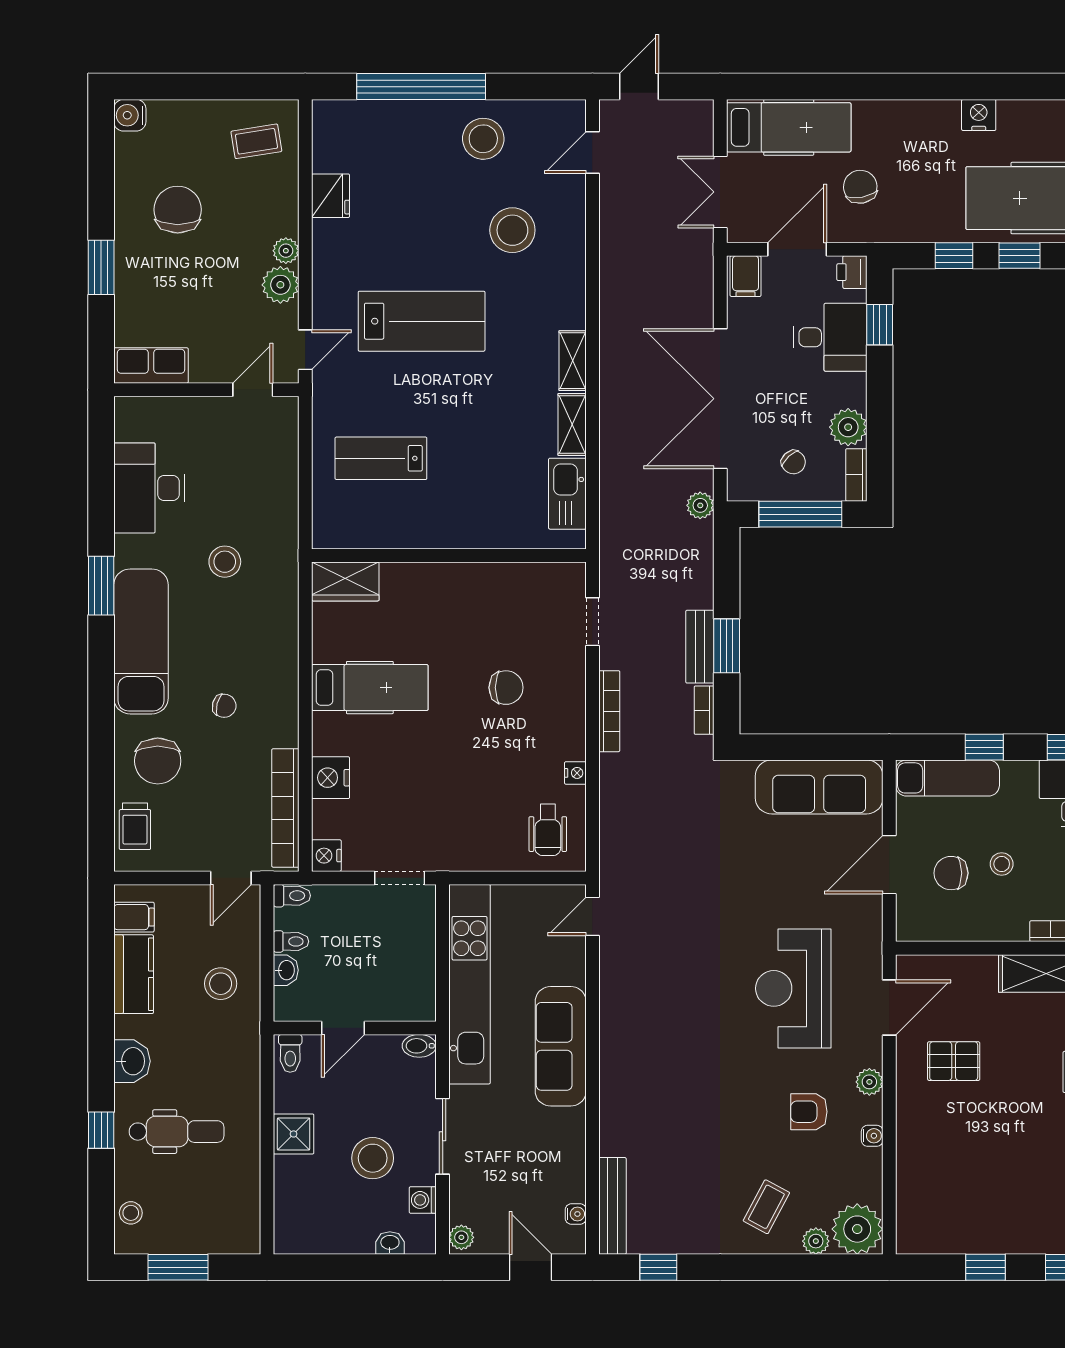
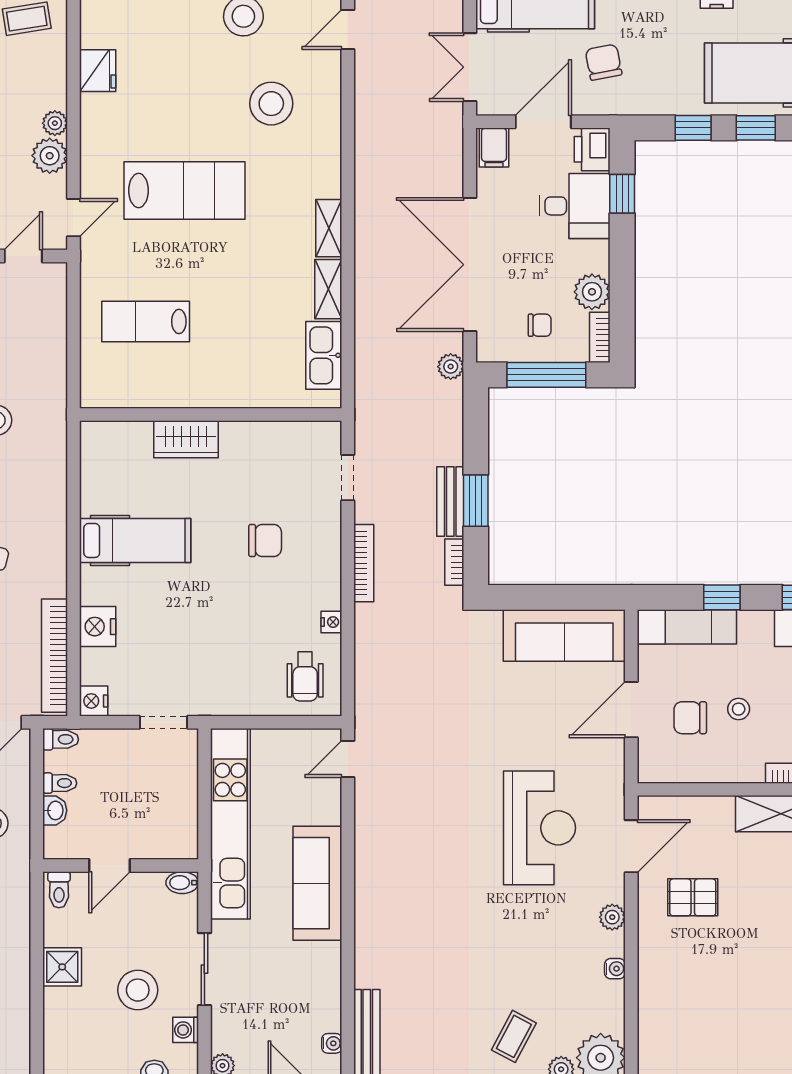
printer: (852, 272) -> (592, 149), width x1.36, depth x1.24
chair: (793, 462) -> (540, 325), turned -47
wardrobe: (345, 582) -> (186, 439), moved
reception desk: (793, 988) -> (540, 828), turned 180
armchair: (809, 1112) -> (554, 946), removed

